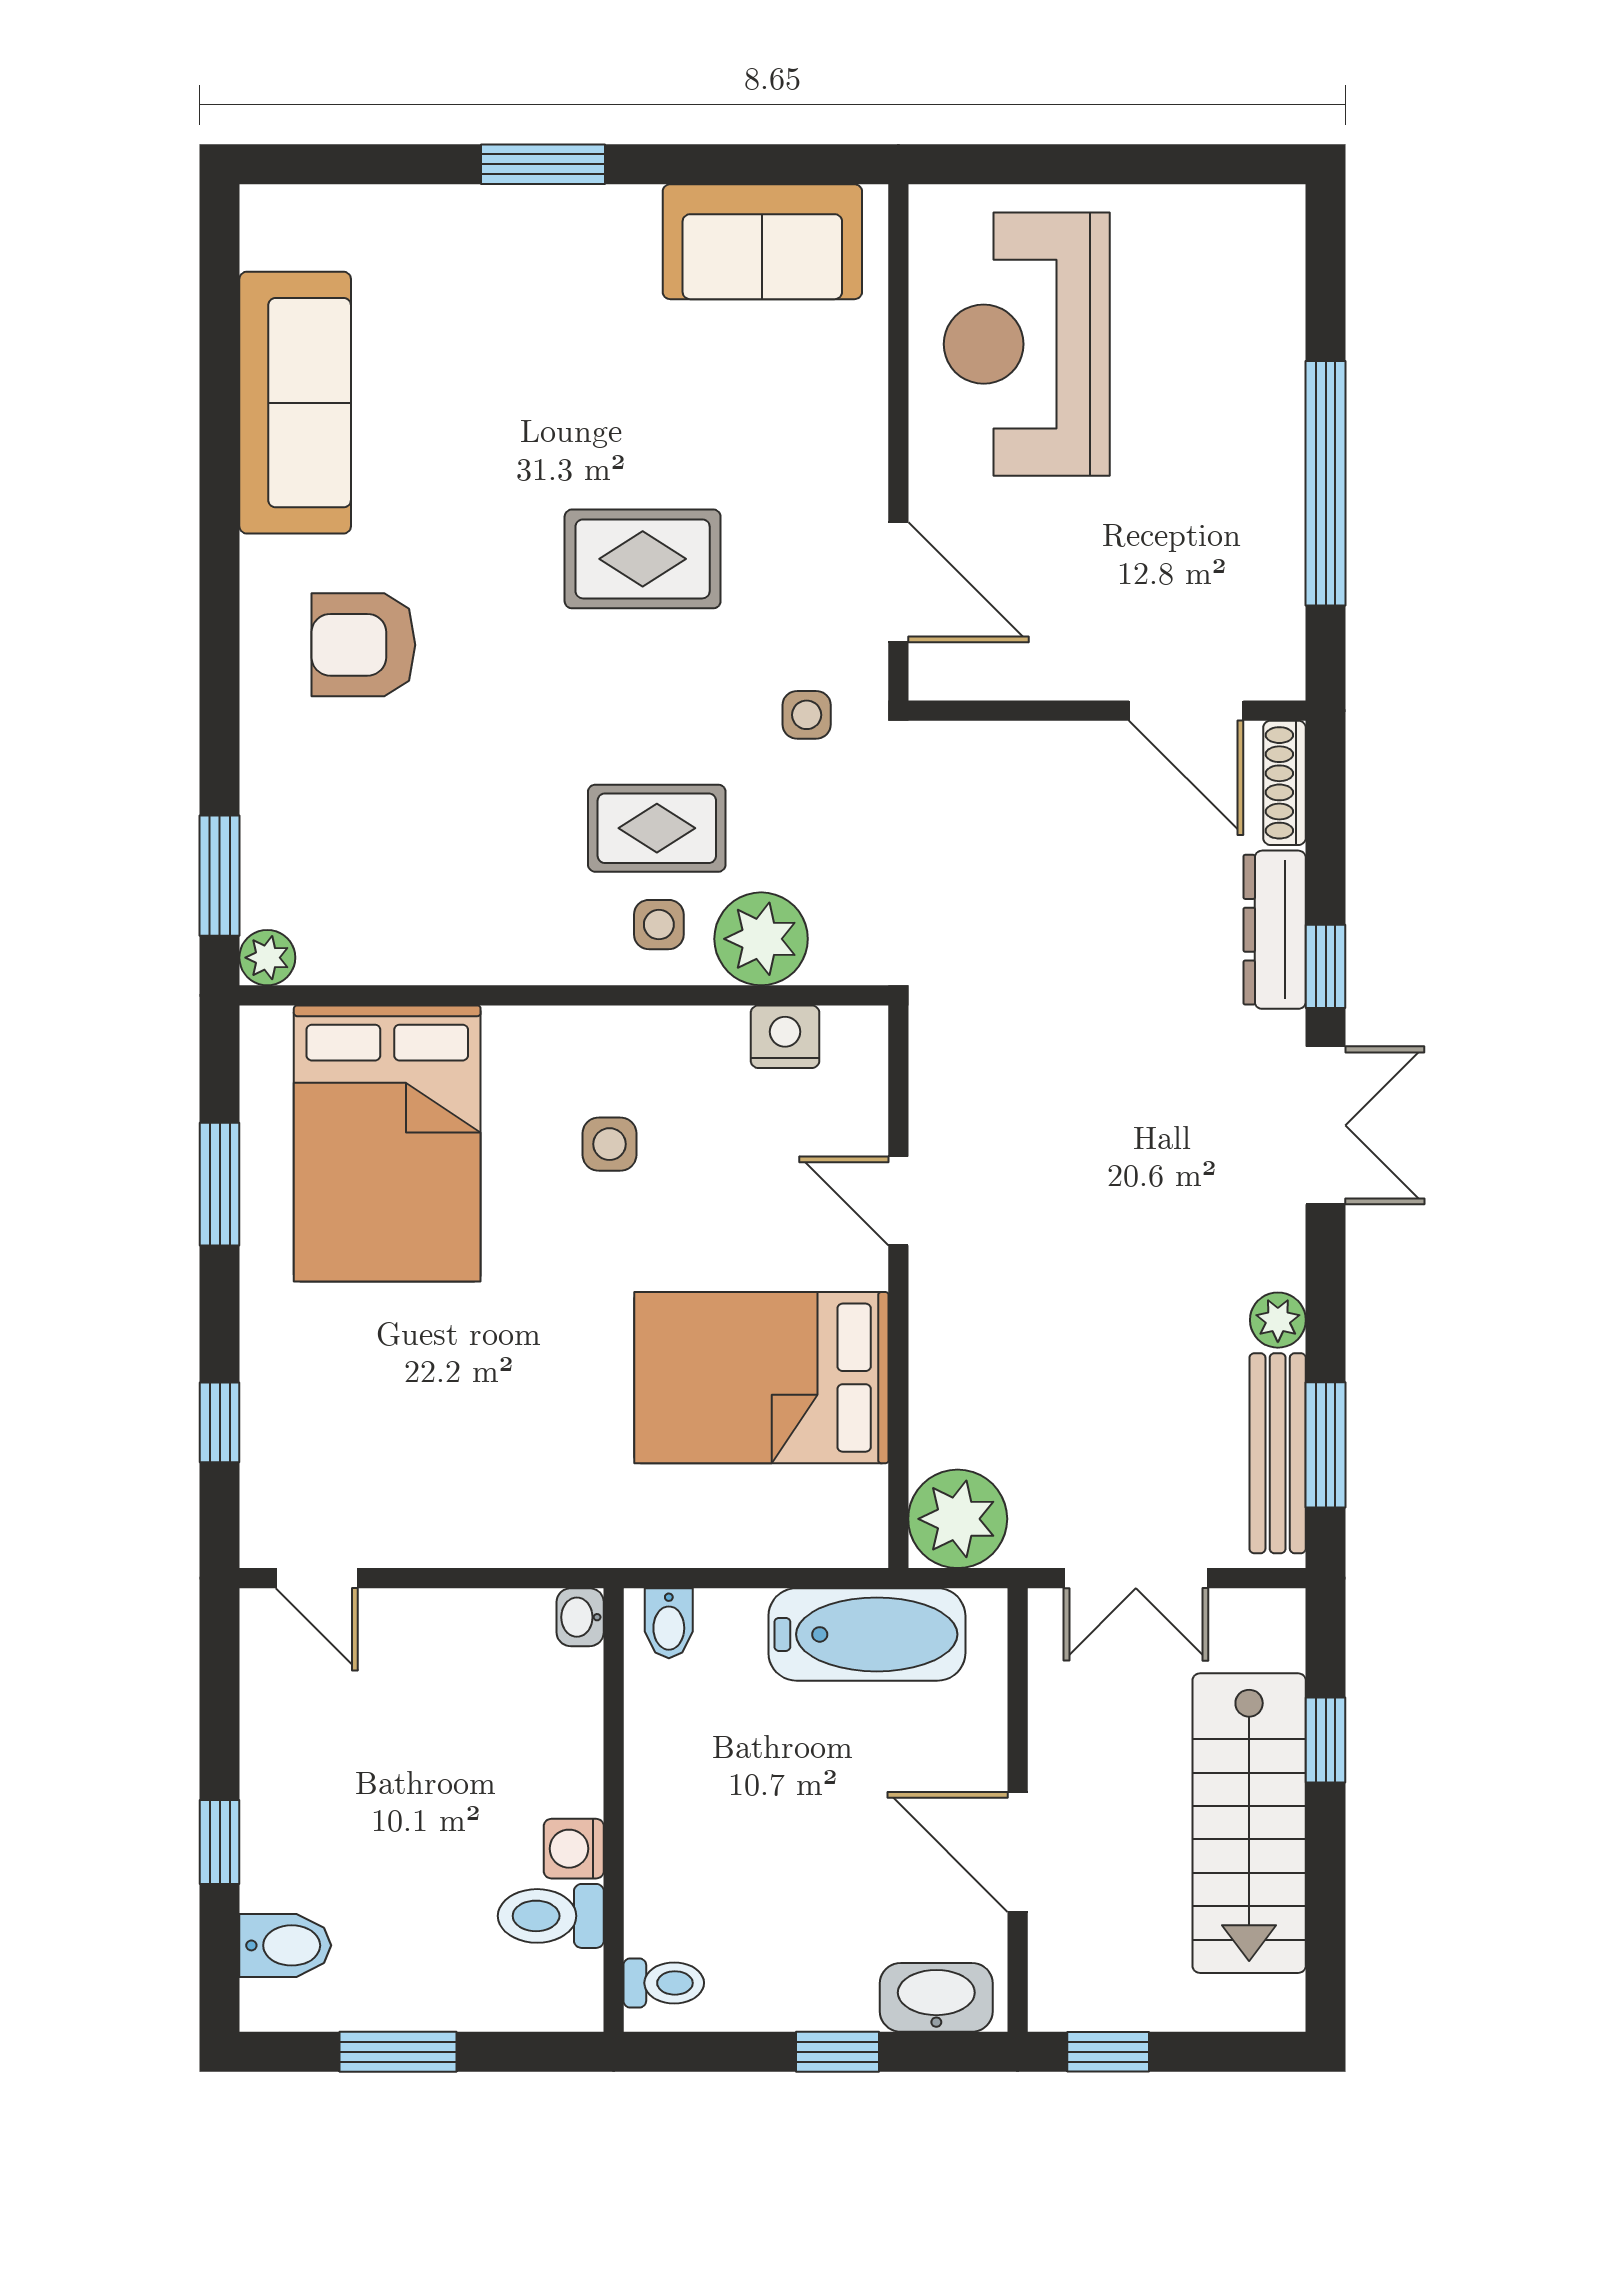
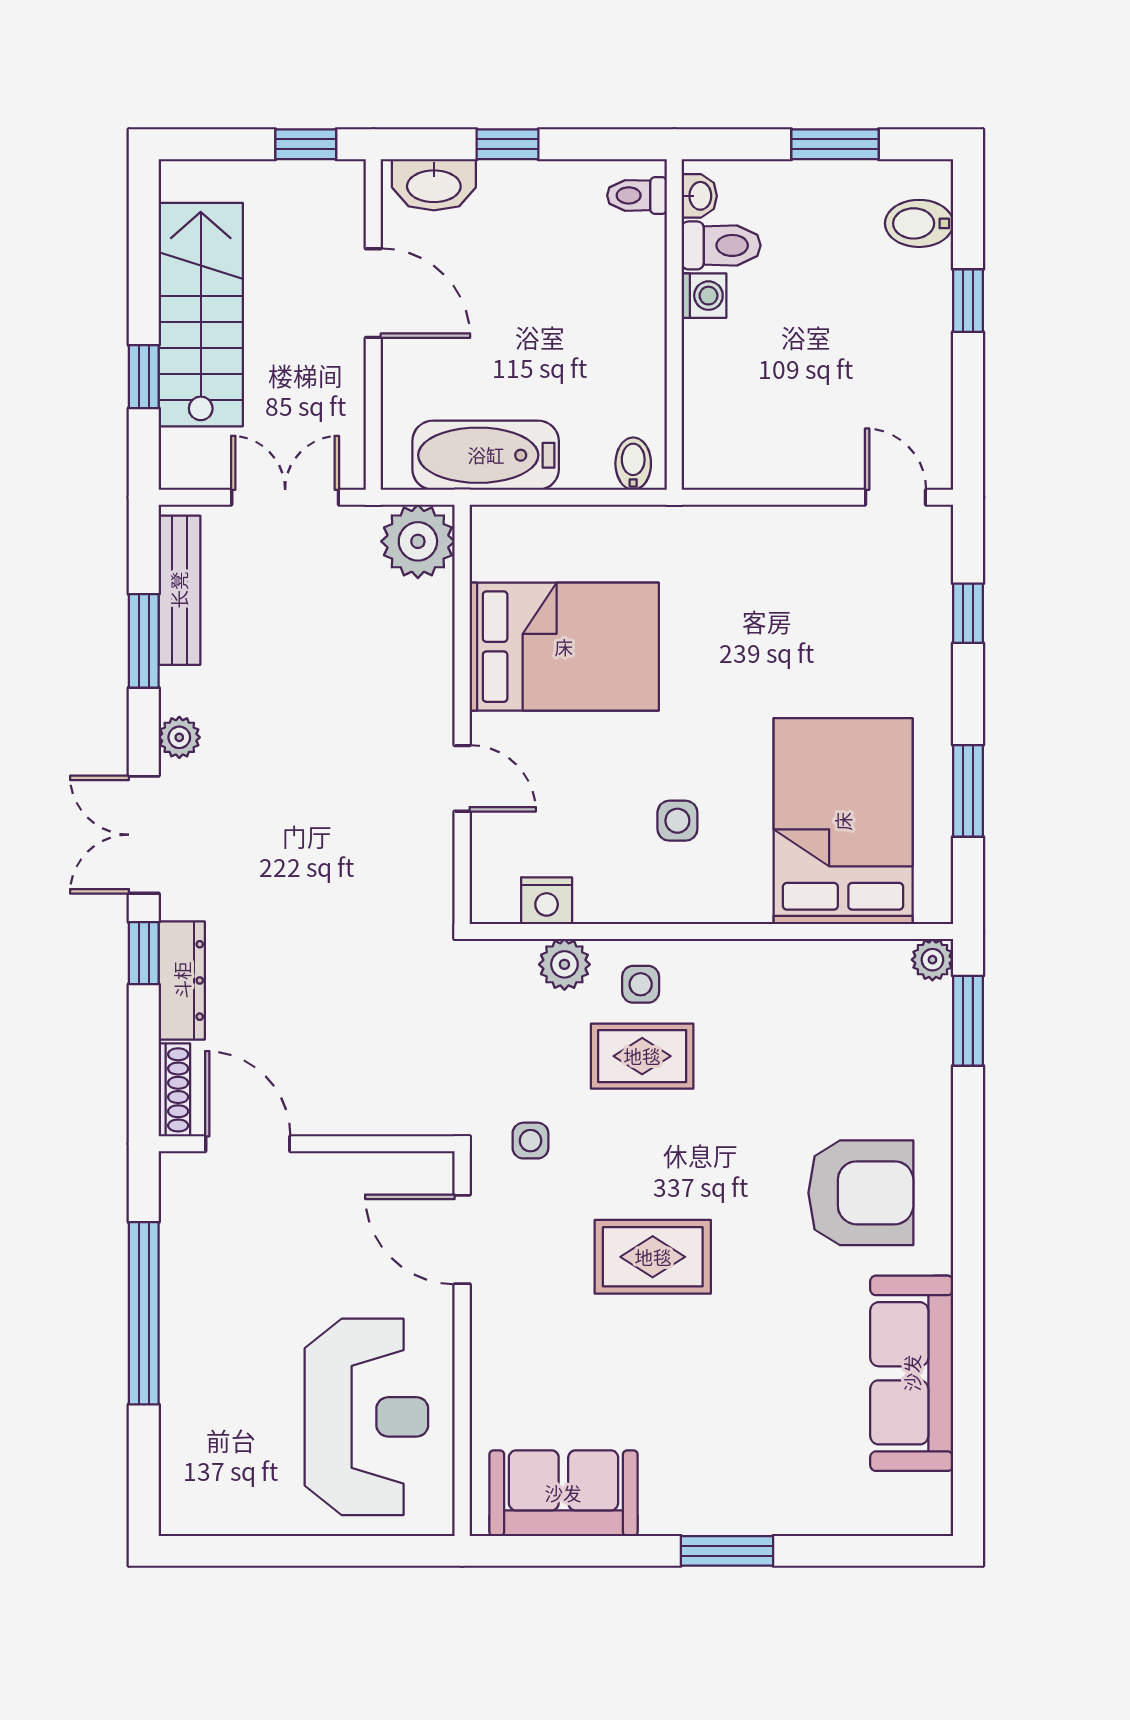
armchair: (363, 645) -> (861, 1193), width x1.36, depth x1.36
plant: (761, 939) -> (564, 964), width x0.73, depth x0.73
plant: (1278, 1320) -> (179, 737), moved
window: (1326, 1445) -> (144, 641), moved
washbasin: (580, 1617) -> (699, 196), moved

